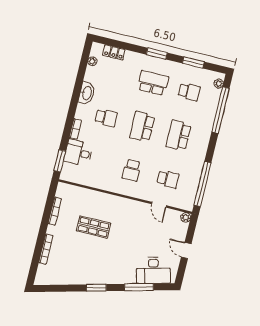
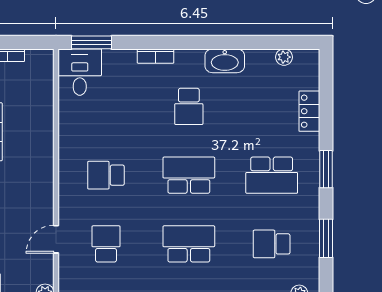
locker: (114, 52) -> (309, 111), moved
school desk: (153, 83) -> (272, 175), turned 90
school desk: (189, 92) -> (272, 244), turned 90
desk: (78, 153) -> (80, 72), moved
school desk: (168, 179) -> (106, 244), turned 180

